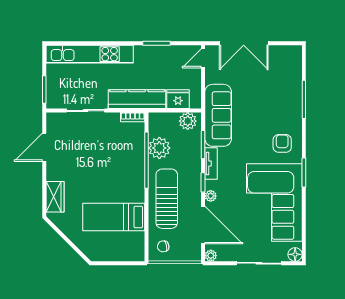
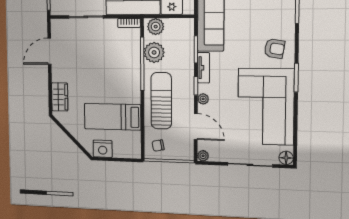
plant: (188, 121) -> (156, 27), moved
armchair: (282, 143) -> (274, 49), turned 99
door: (203, 225) -> (196, 127), width x0.73
nightstand: (103, 252) -> (103, 149), added

